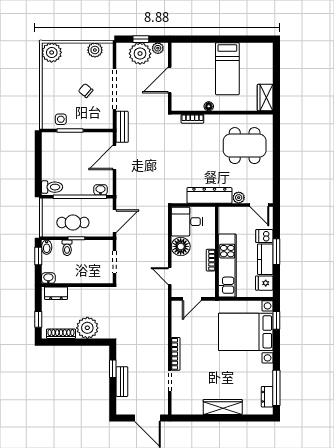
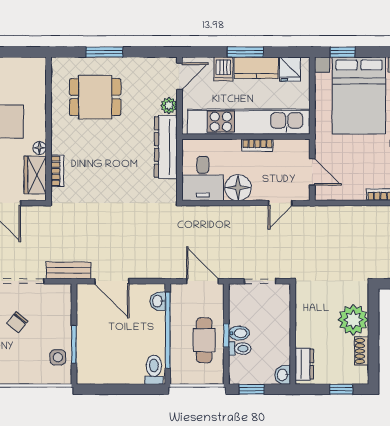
wardrobe: (265, 98) -> (35, 175), moved, turned 90
dining table: (245, 146) -> (95, 97), width x0.73
window: (276, 152) -> (104, 52), added
bidet: (47, 247) -> (239, 333), moved
kitchen unit: (227, 266) -> (249, 122), width x1.36
shoe rack: (61, 334) -> (362, 351), width x0.70

